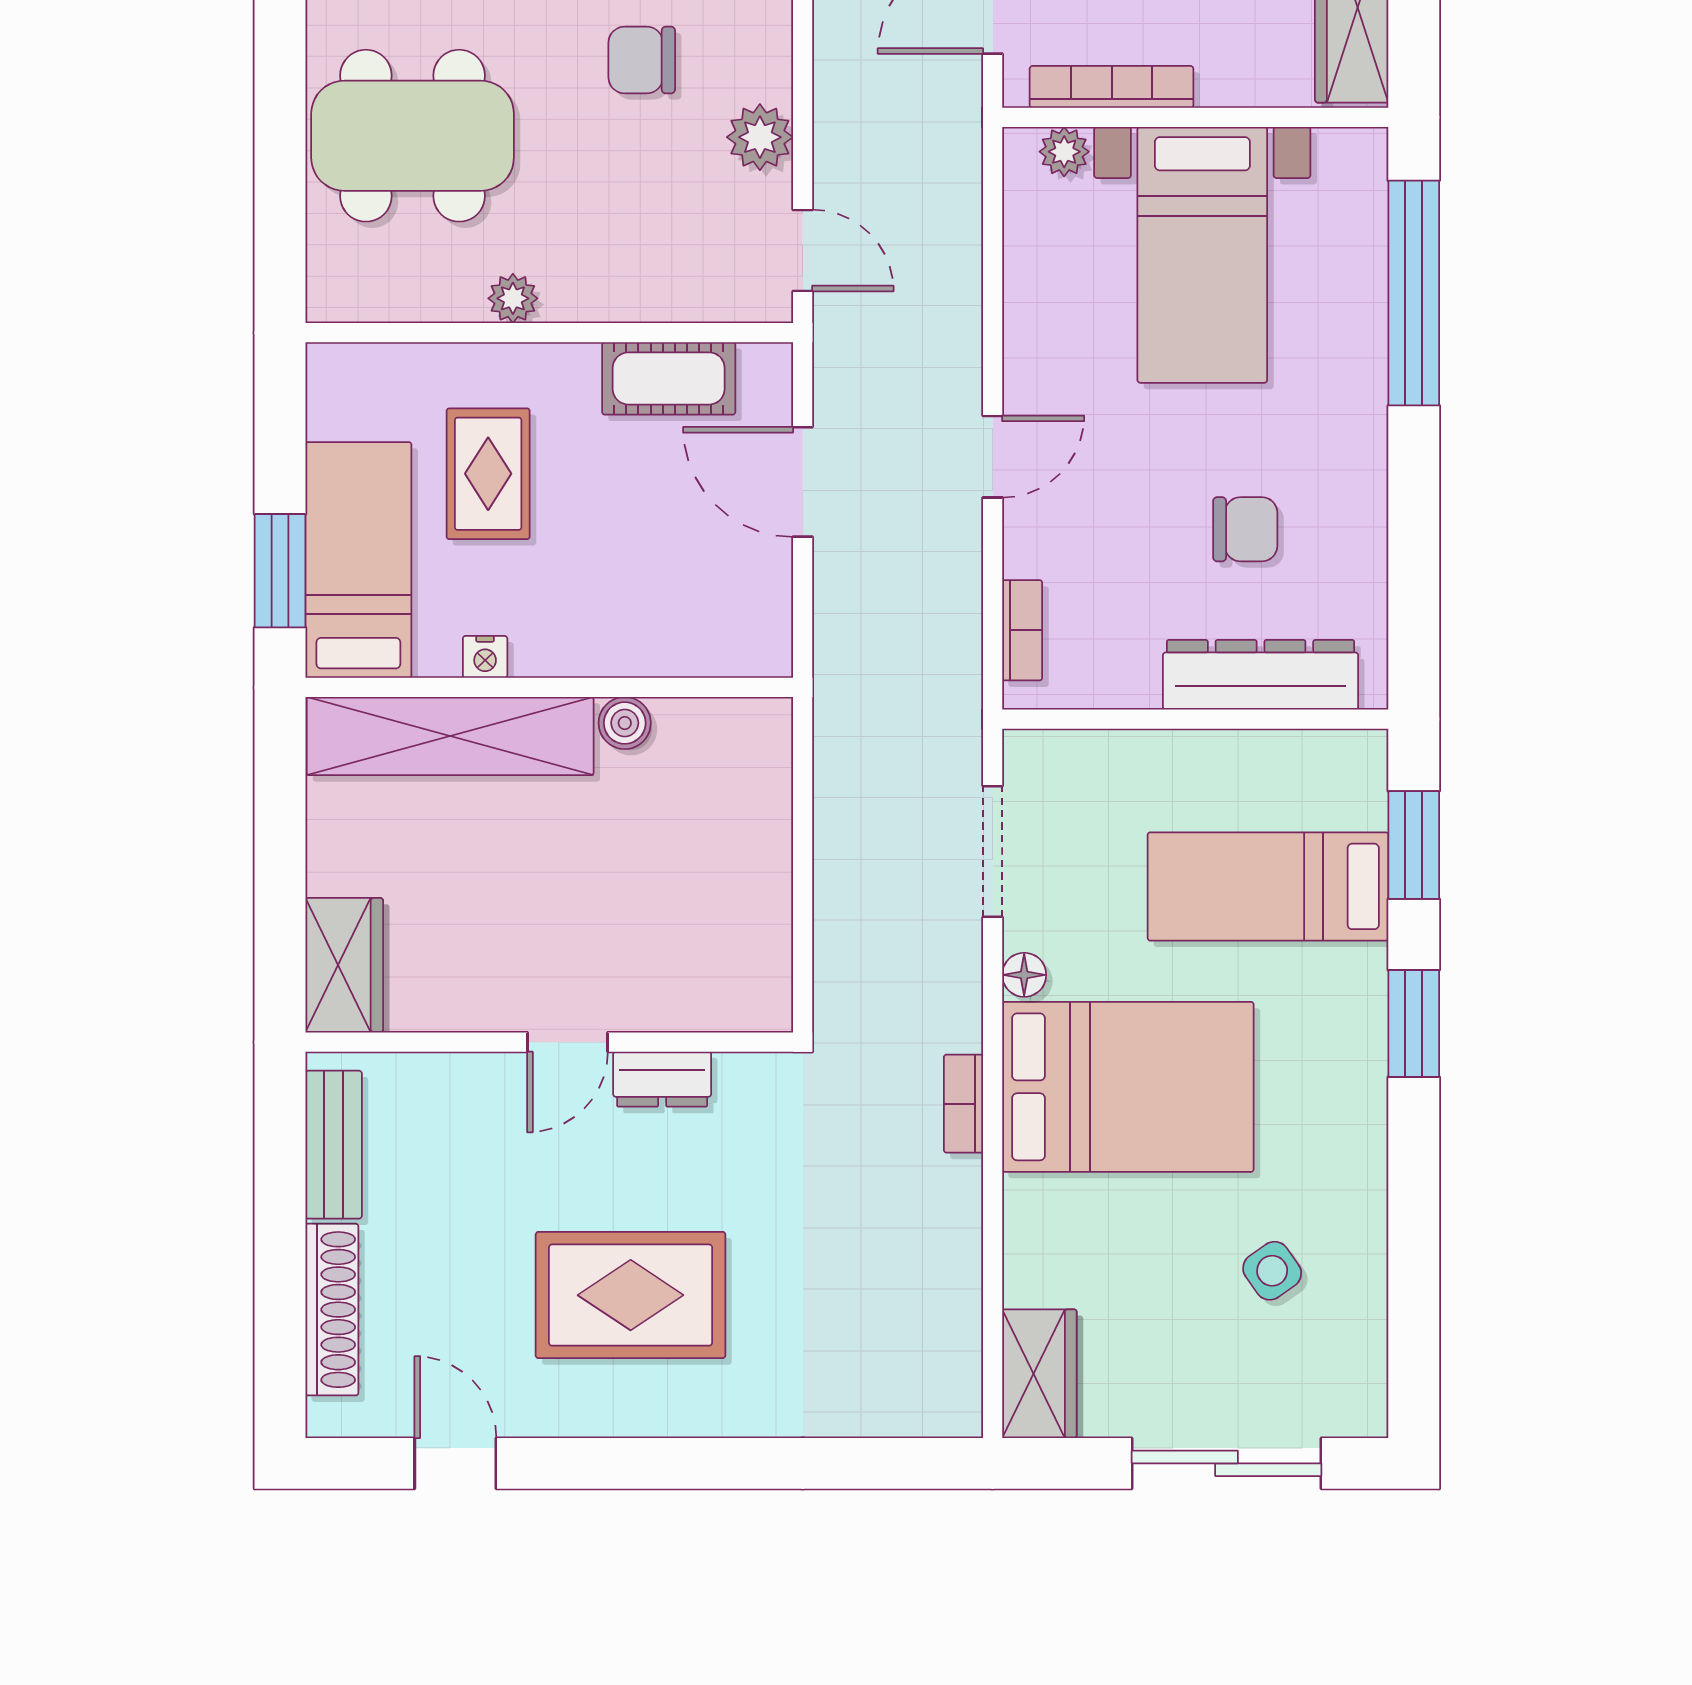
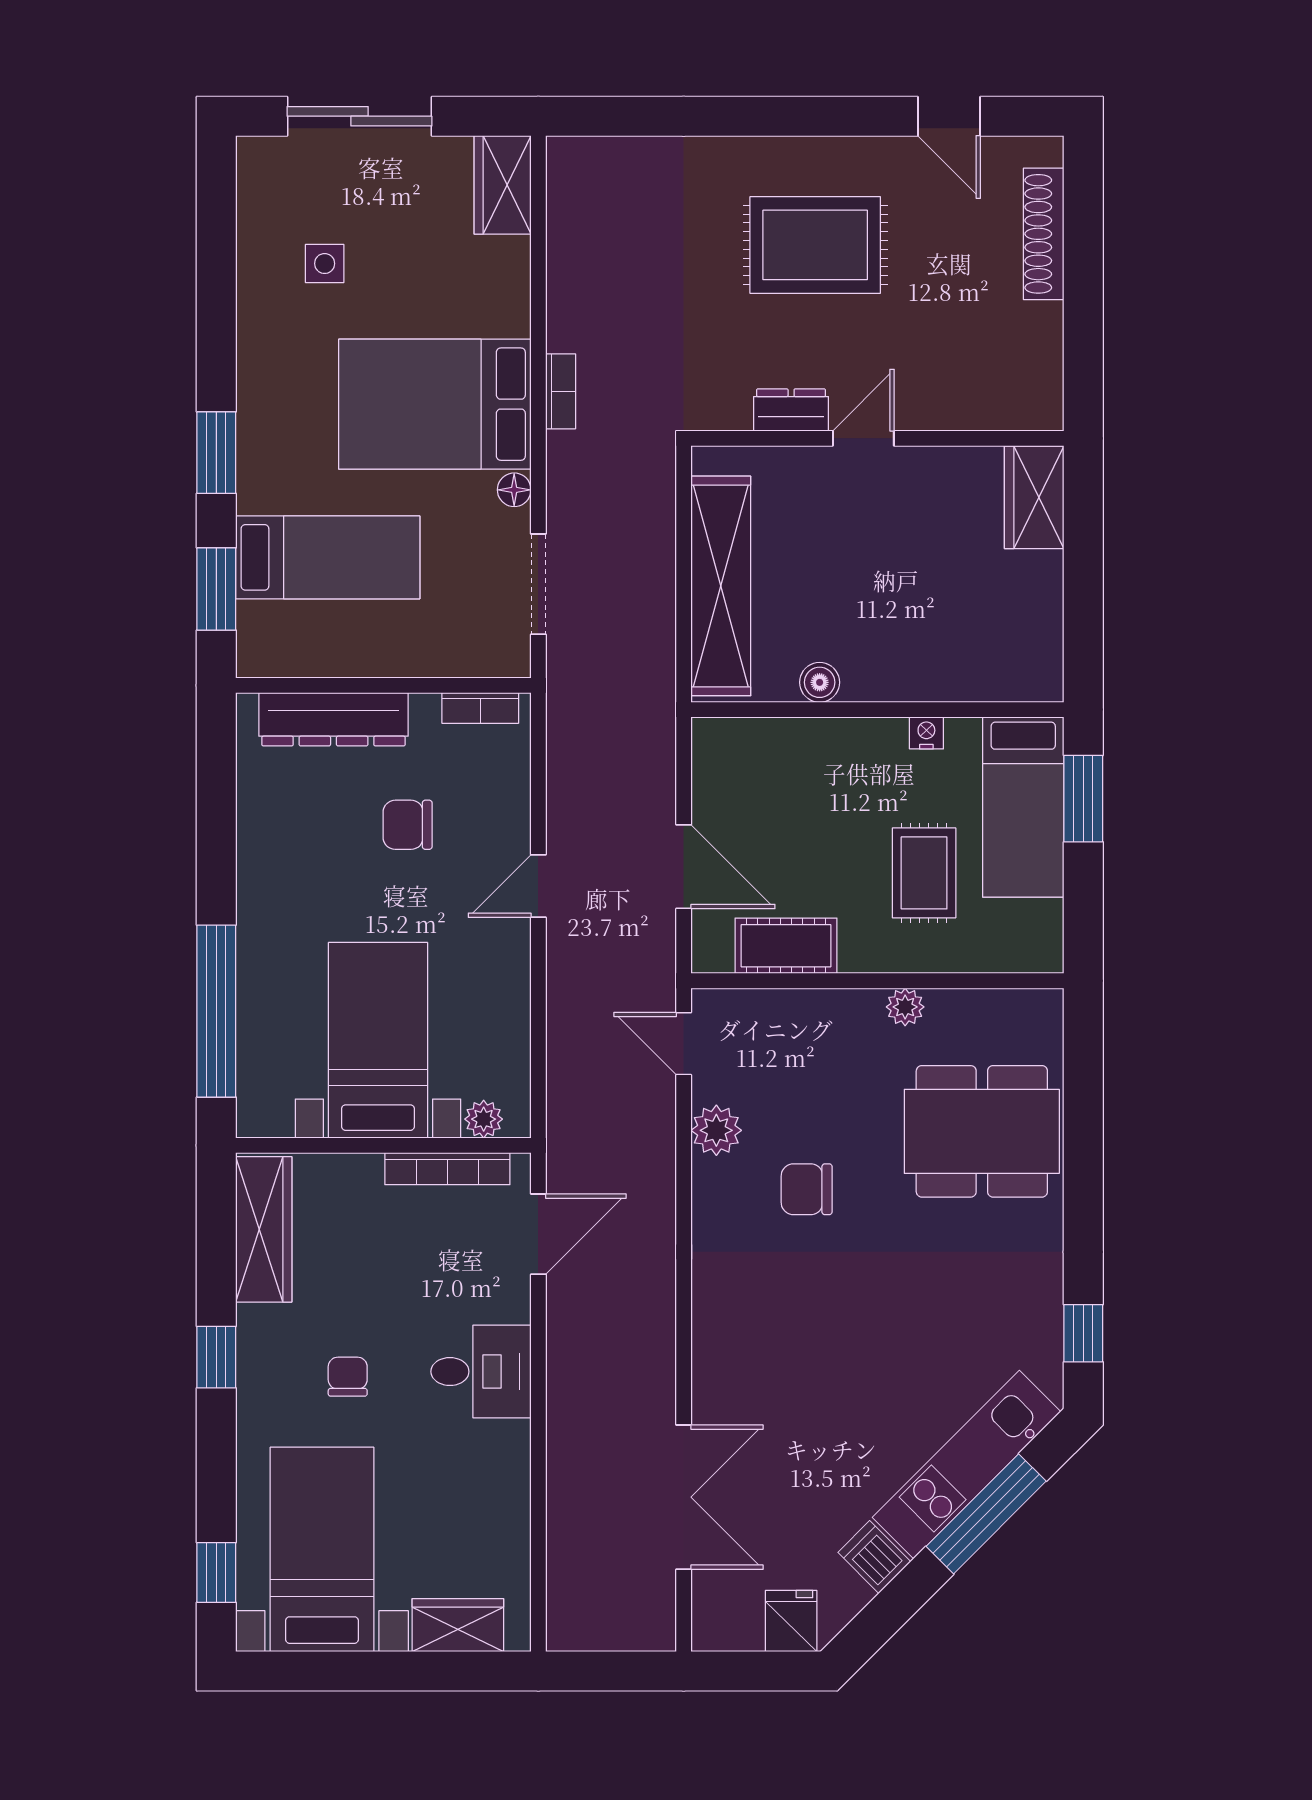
chair: (642, 60) -> (807, 1189), turned 180
chair: (1245, 529) -> (408, 825), moved
bookcase: (1022, 630) -> (480, 708), moved, turned -90
shelving: (450, 736) -> (721, 586), moved, turned 90
bench: (334, 1145) -> (1042, 360), removed
side table: (1272, 1271) -> (325, 264), turned 35

